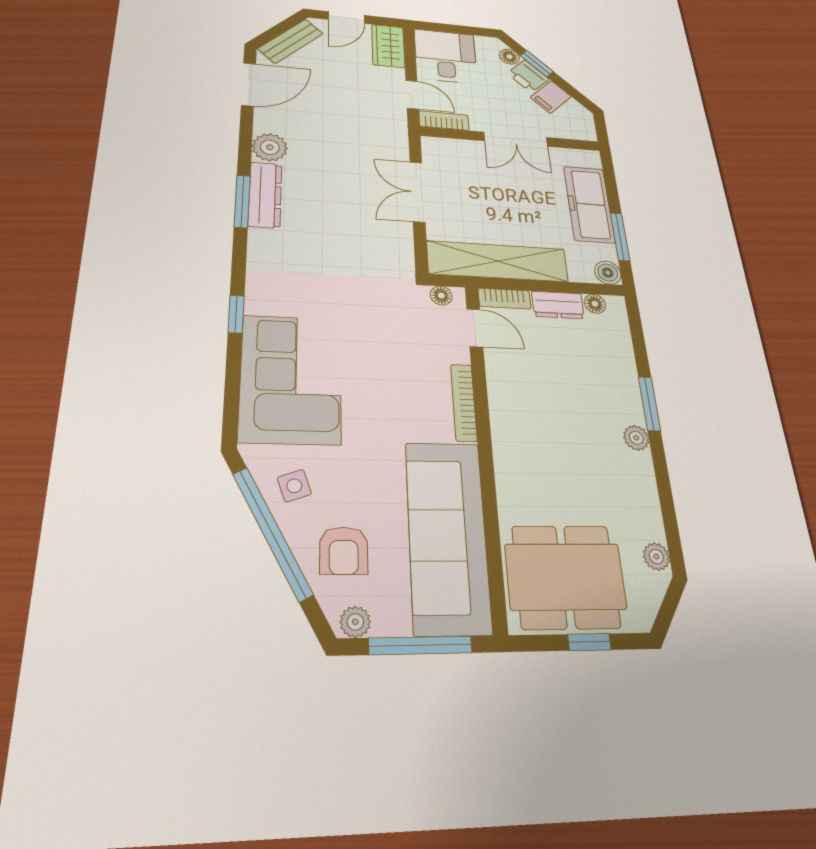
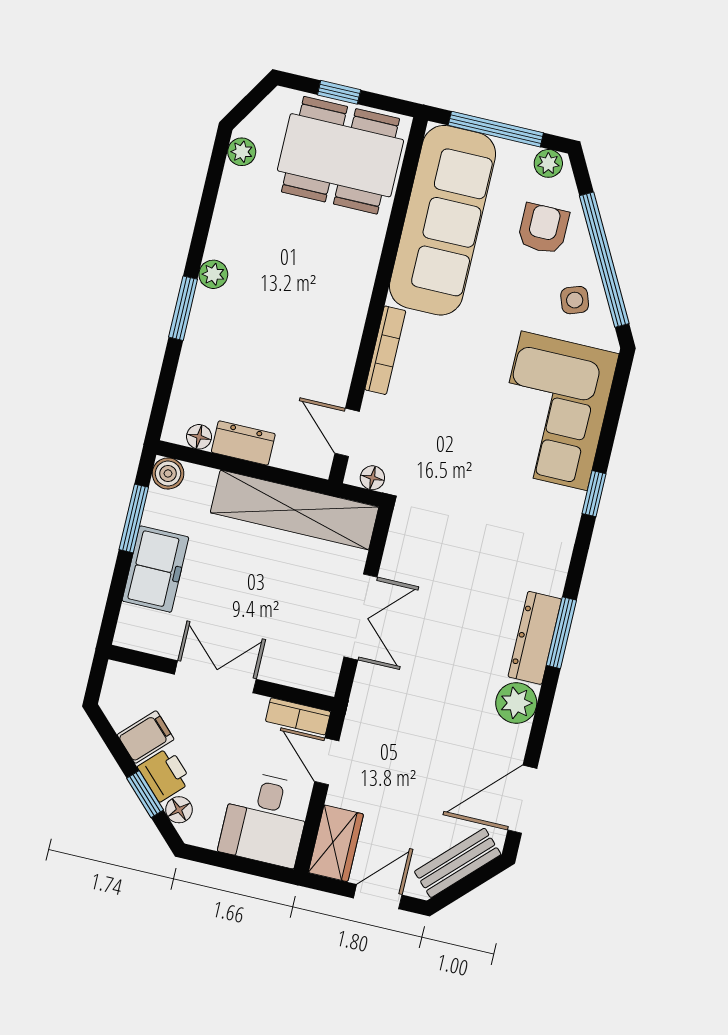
freezer: (589, 204) -> (155, 569), width x0.71
bookcase: (504, 299) -> (302, 462), removed

